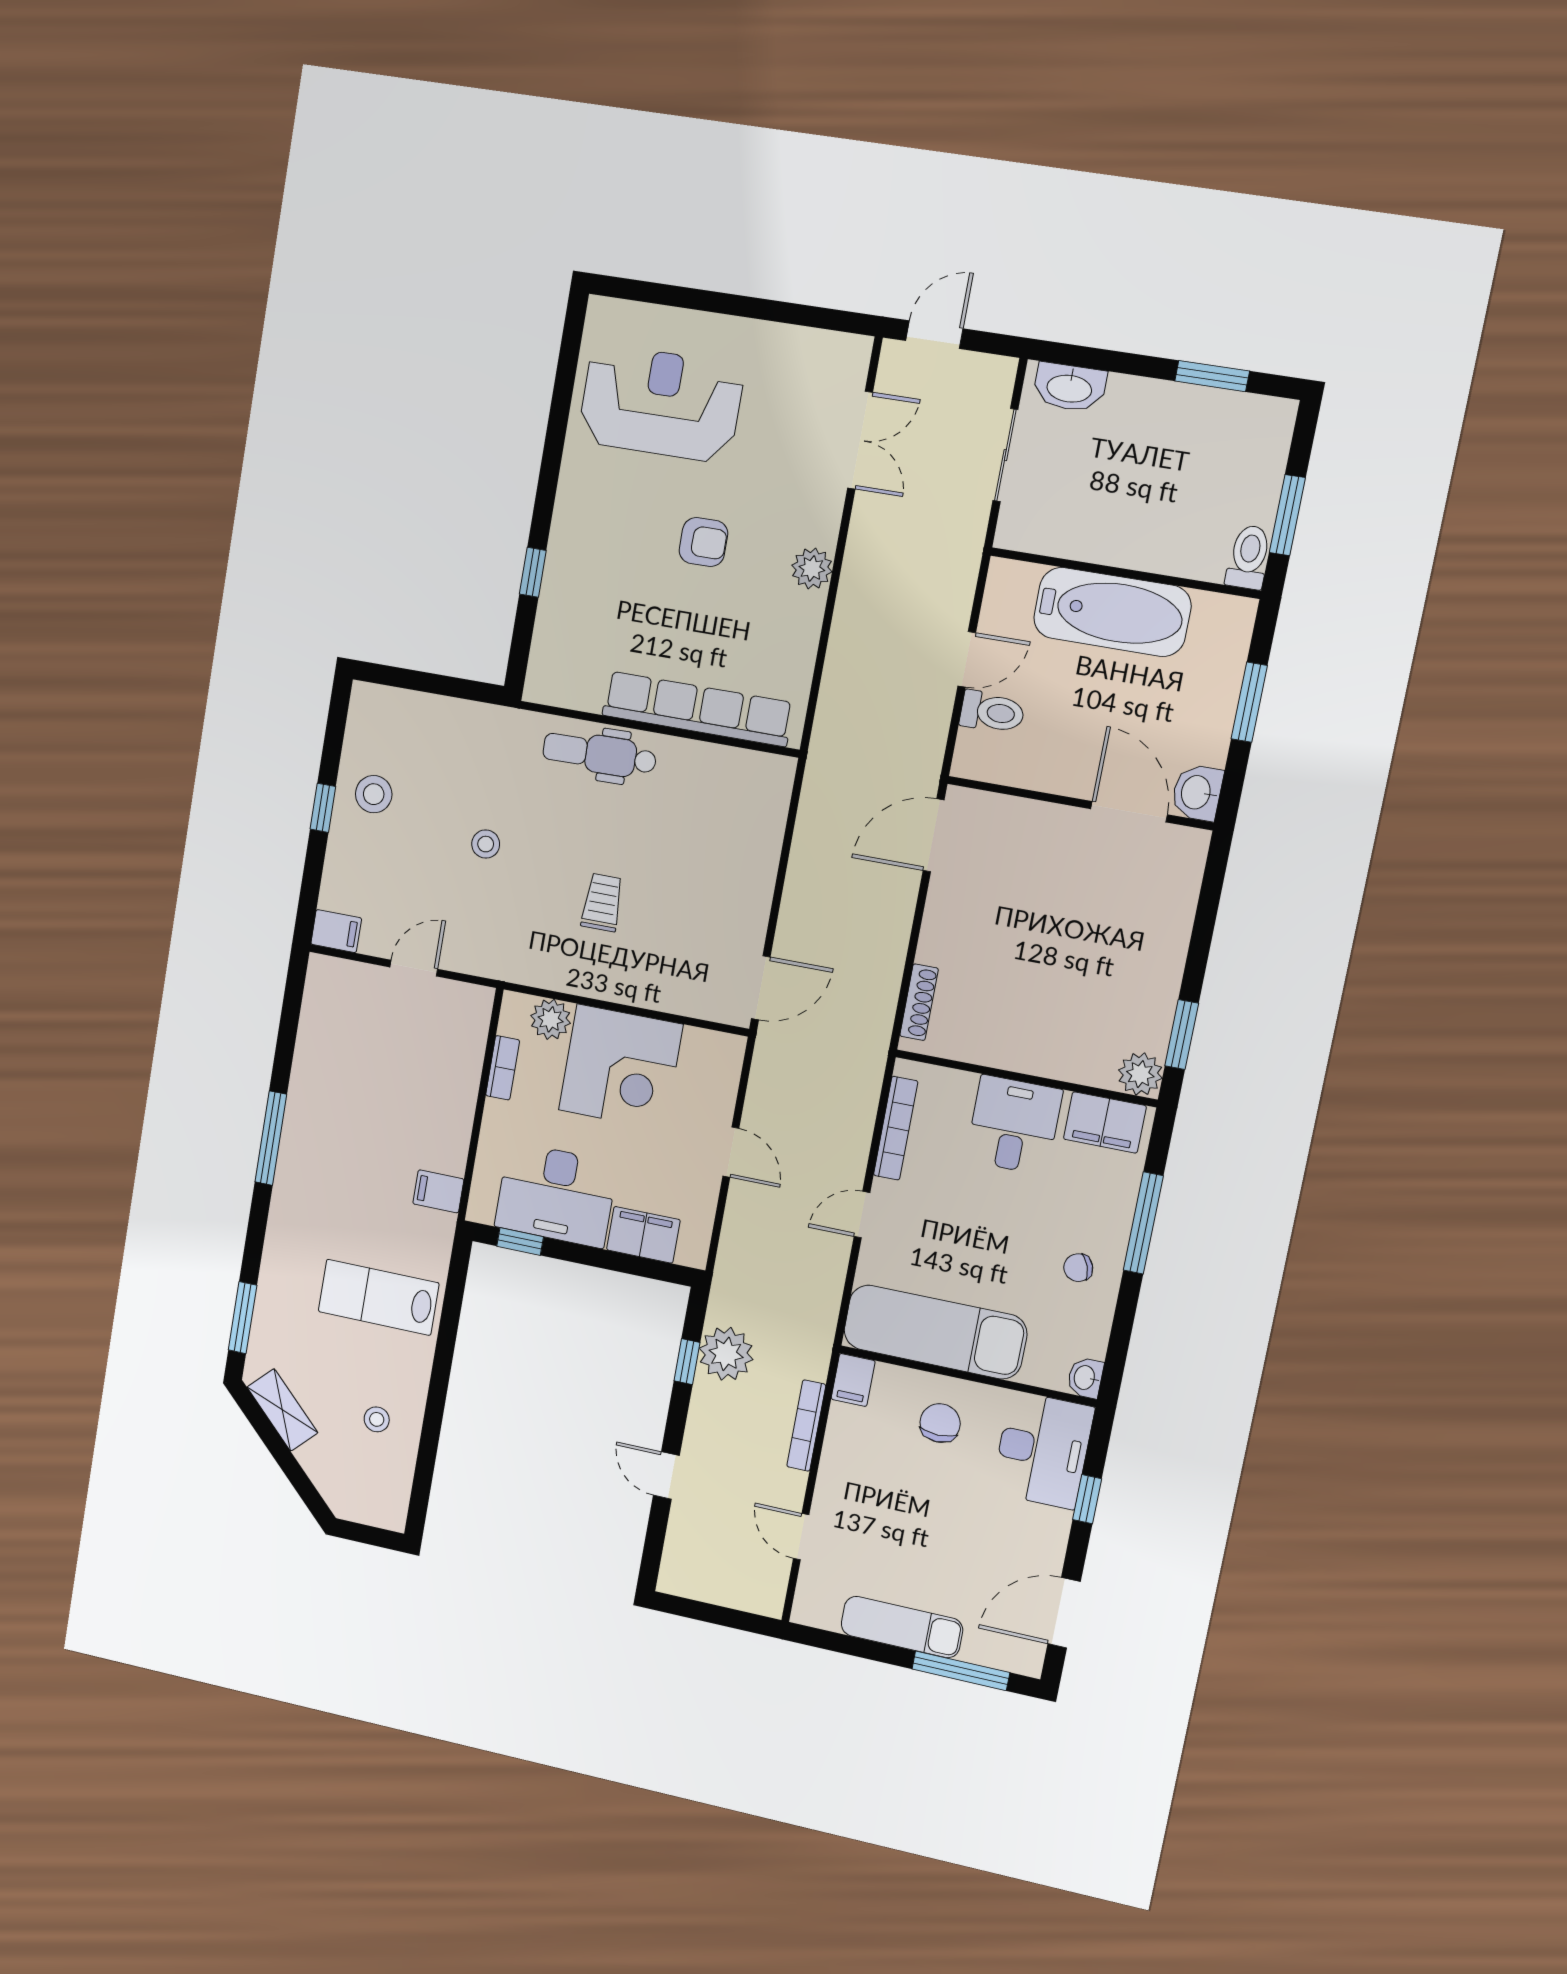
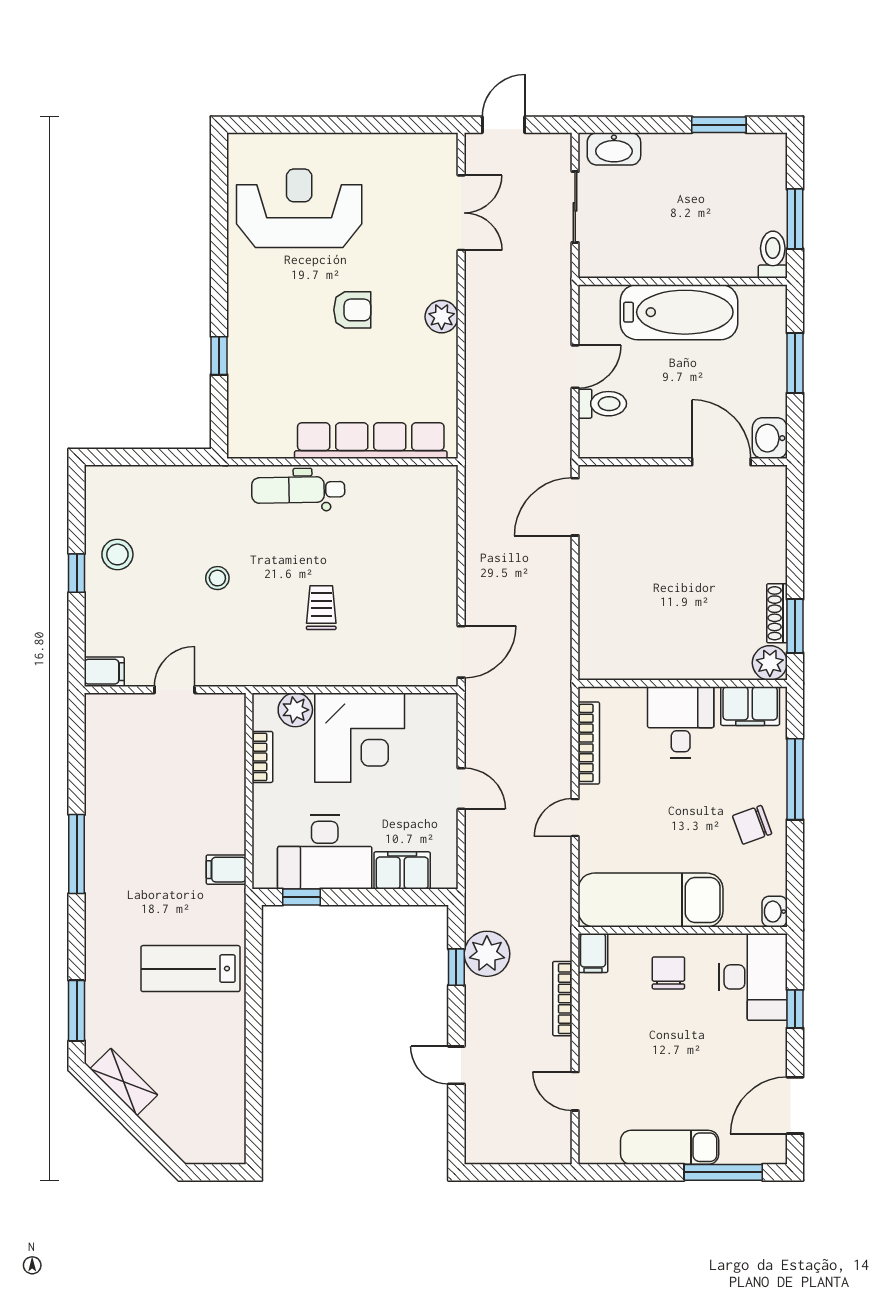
shoe rack: (919, 1002) -> (777, 613), moved, turned 180
chair: (1078, 1268) -> (752, 825), width x1.37, depth x1.37
stool: (377, 1419) -> (206, 1072), removed

